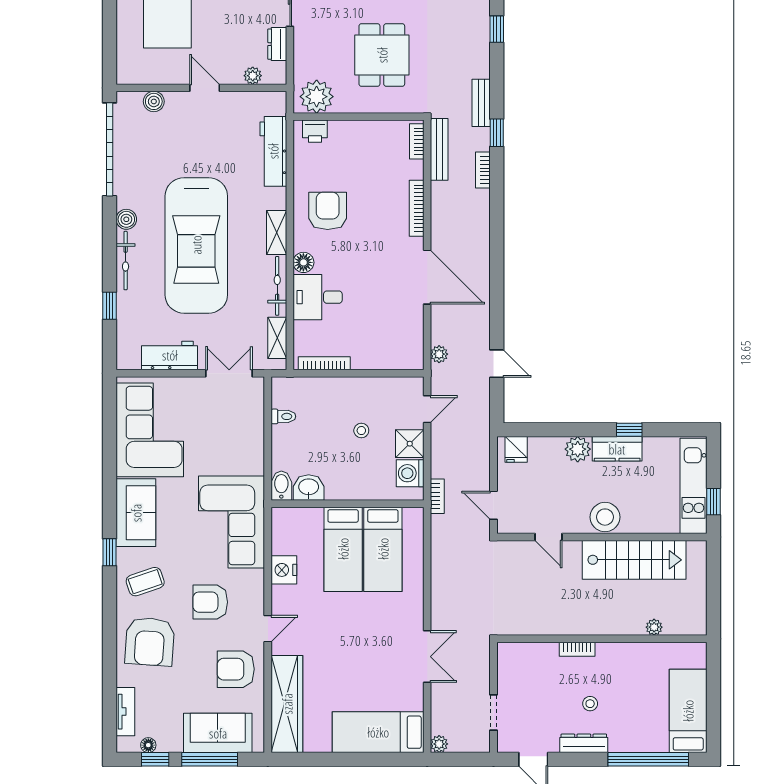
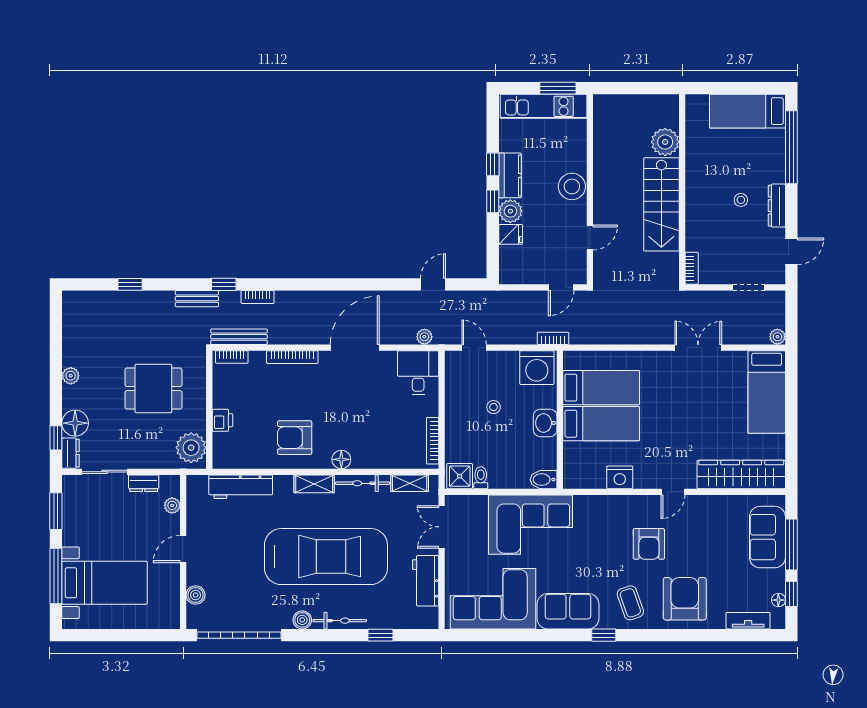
printer: (315, 131) -> (222, 420), moved
desk: (318, 297) -> (418, 373), moved, turned 180
window: (588, 430) -> (493, 201), added
shower: (410, 444) -> (460, 476), moved
fridge: (516, 449) -> (511, 234), moved
washing machine: (410, 473) -> (537, 368), width x1.37, depth x1.37
washbasin: (309, 488) -> (545, 423), moved
window: (714, 502) -> (558, 88), width x1.50
corner sofa: (232, 522) -> (530, 525), moved
stairs: (634, 560) -> (661, 204), moved, turned 180
plant: (654, 627) -> (665, 142), width x1.87, depth x1.87
door: (268, 629) -> (673, 492), swing flipped
armchair: (150, 642) -> (685, 599), turned -94
bookcase: (577, 649) -> (692, 268), moved
armchair: (236, 669) -> (710, 521), removed

